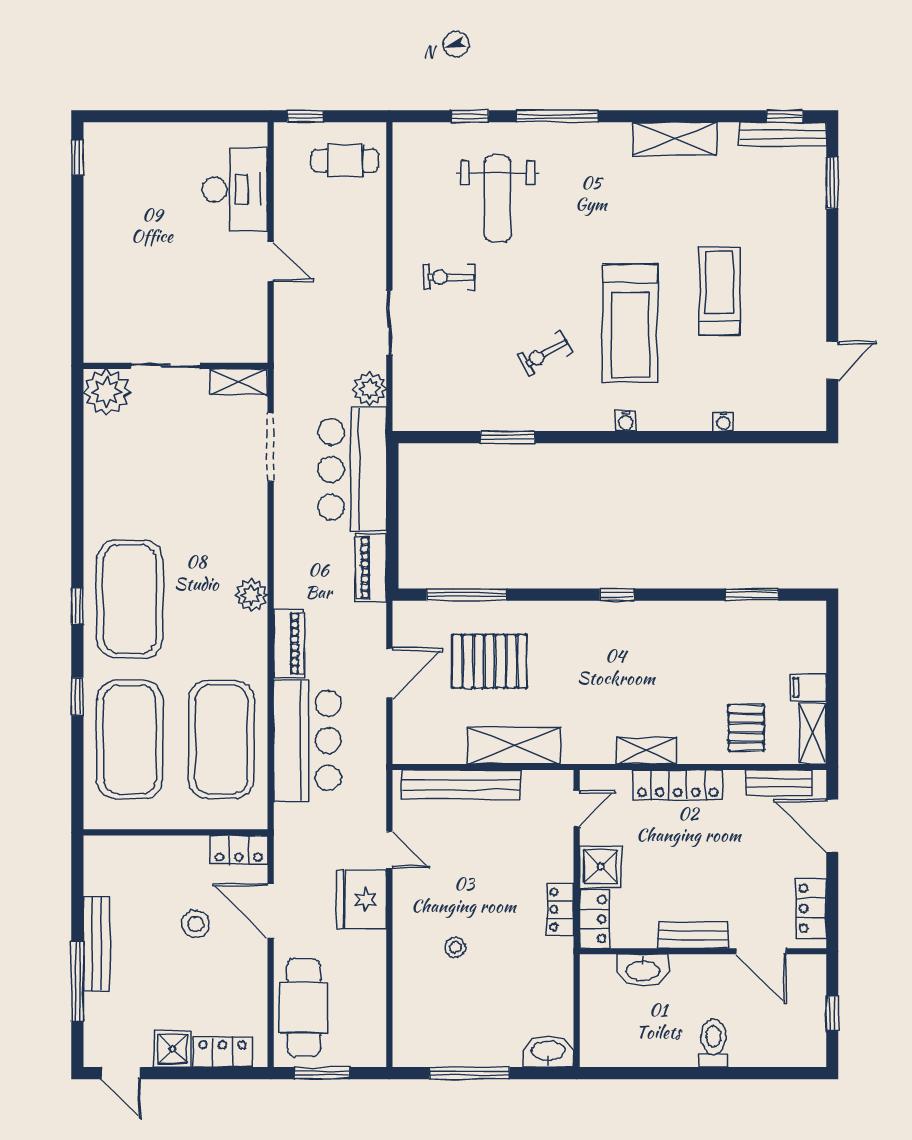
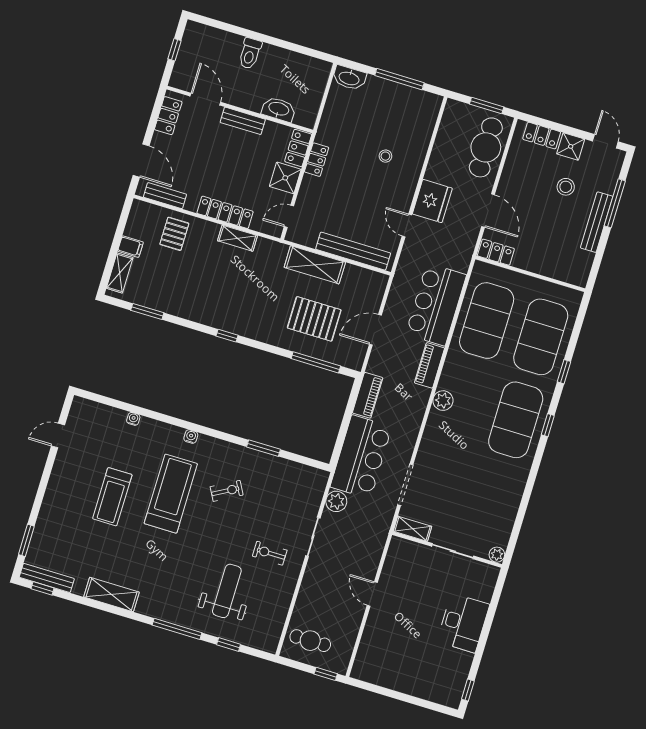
desk: (235, 189) -> (463, 623), moved, turned 180
exercise bike: (449, 277) -> (270, 553), turned 180
plant: (107, 392) -> (497, 555), width x0.53, depth x0.53
shelving: (813, 733) -> (120, 273), moved
stool: (196, 924) -> (566, 187), moved

